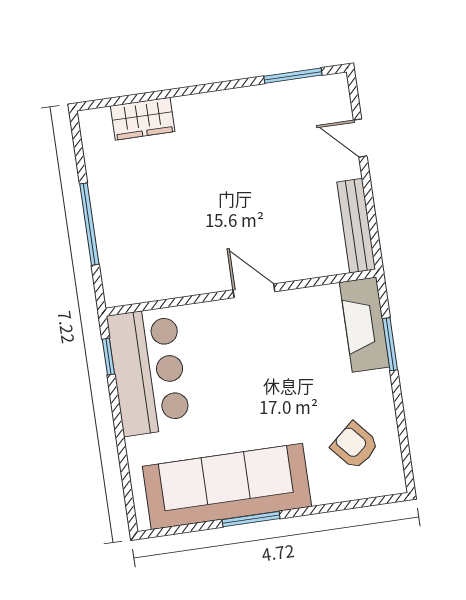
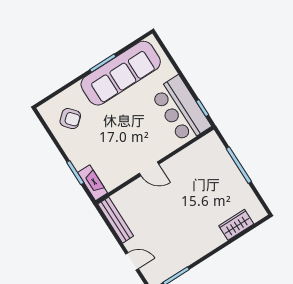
fireplace: (364, 325) -> (93, 183), width x0.73, depth x0.76

